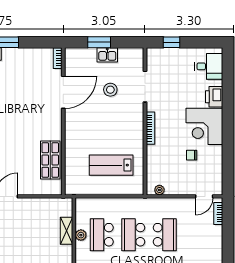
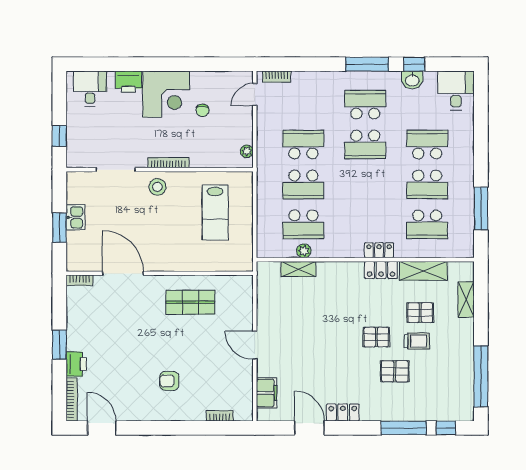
stool: (110, 90) -> (157, 187), moved
shop shelf: (50, 160) -> (190, 302), moved
door: (204, 196) -> (255, 95), swing flipped

